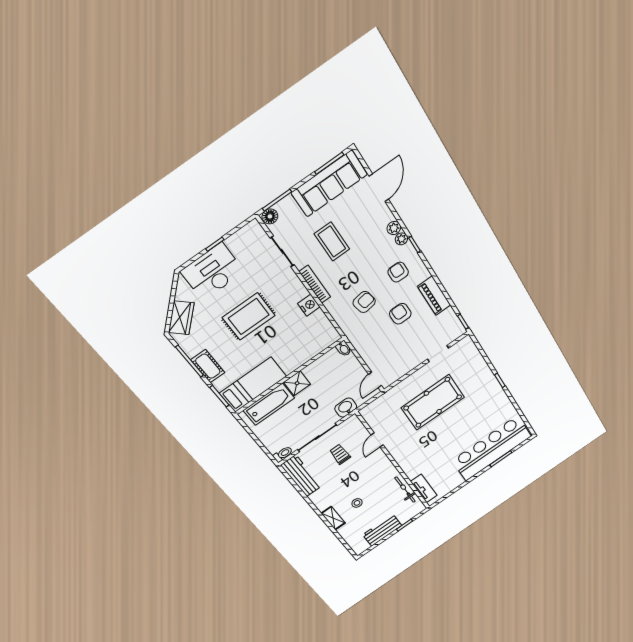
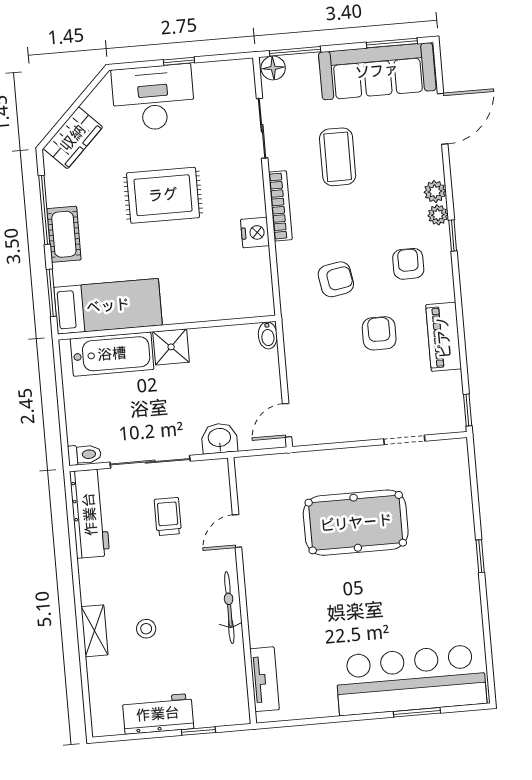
bicycle: (405, 490) -> (229, 608), moved

